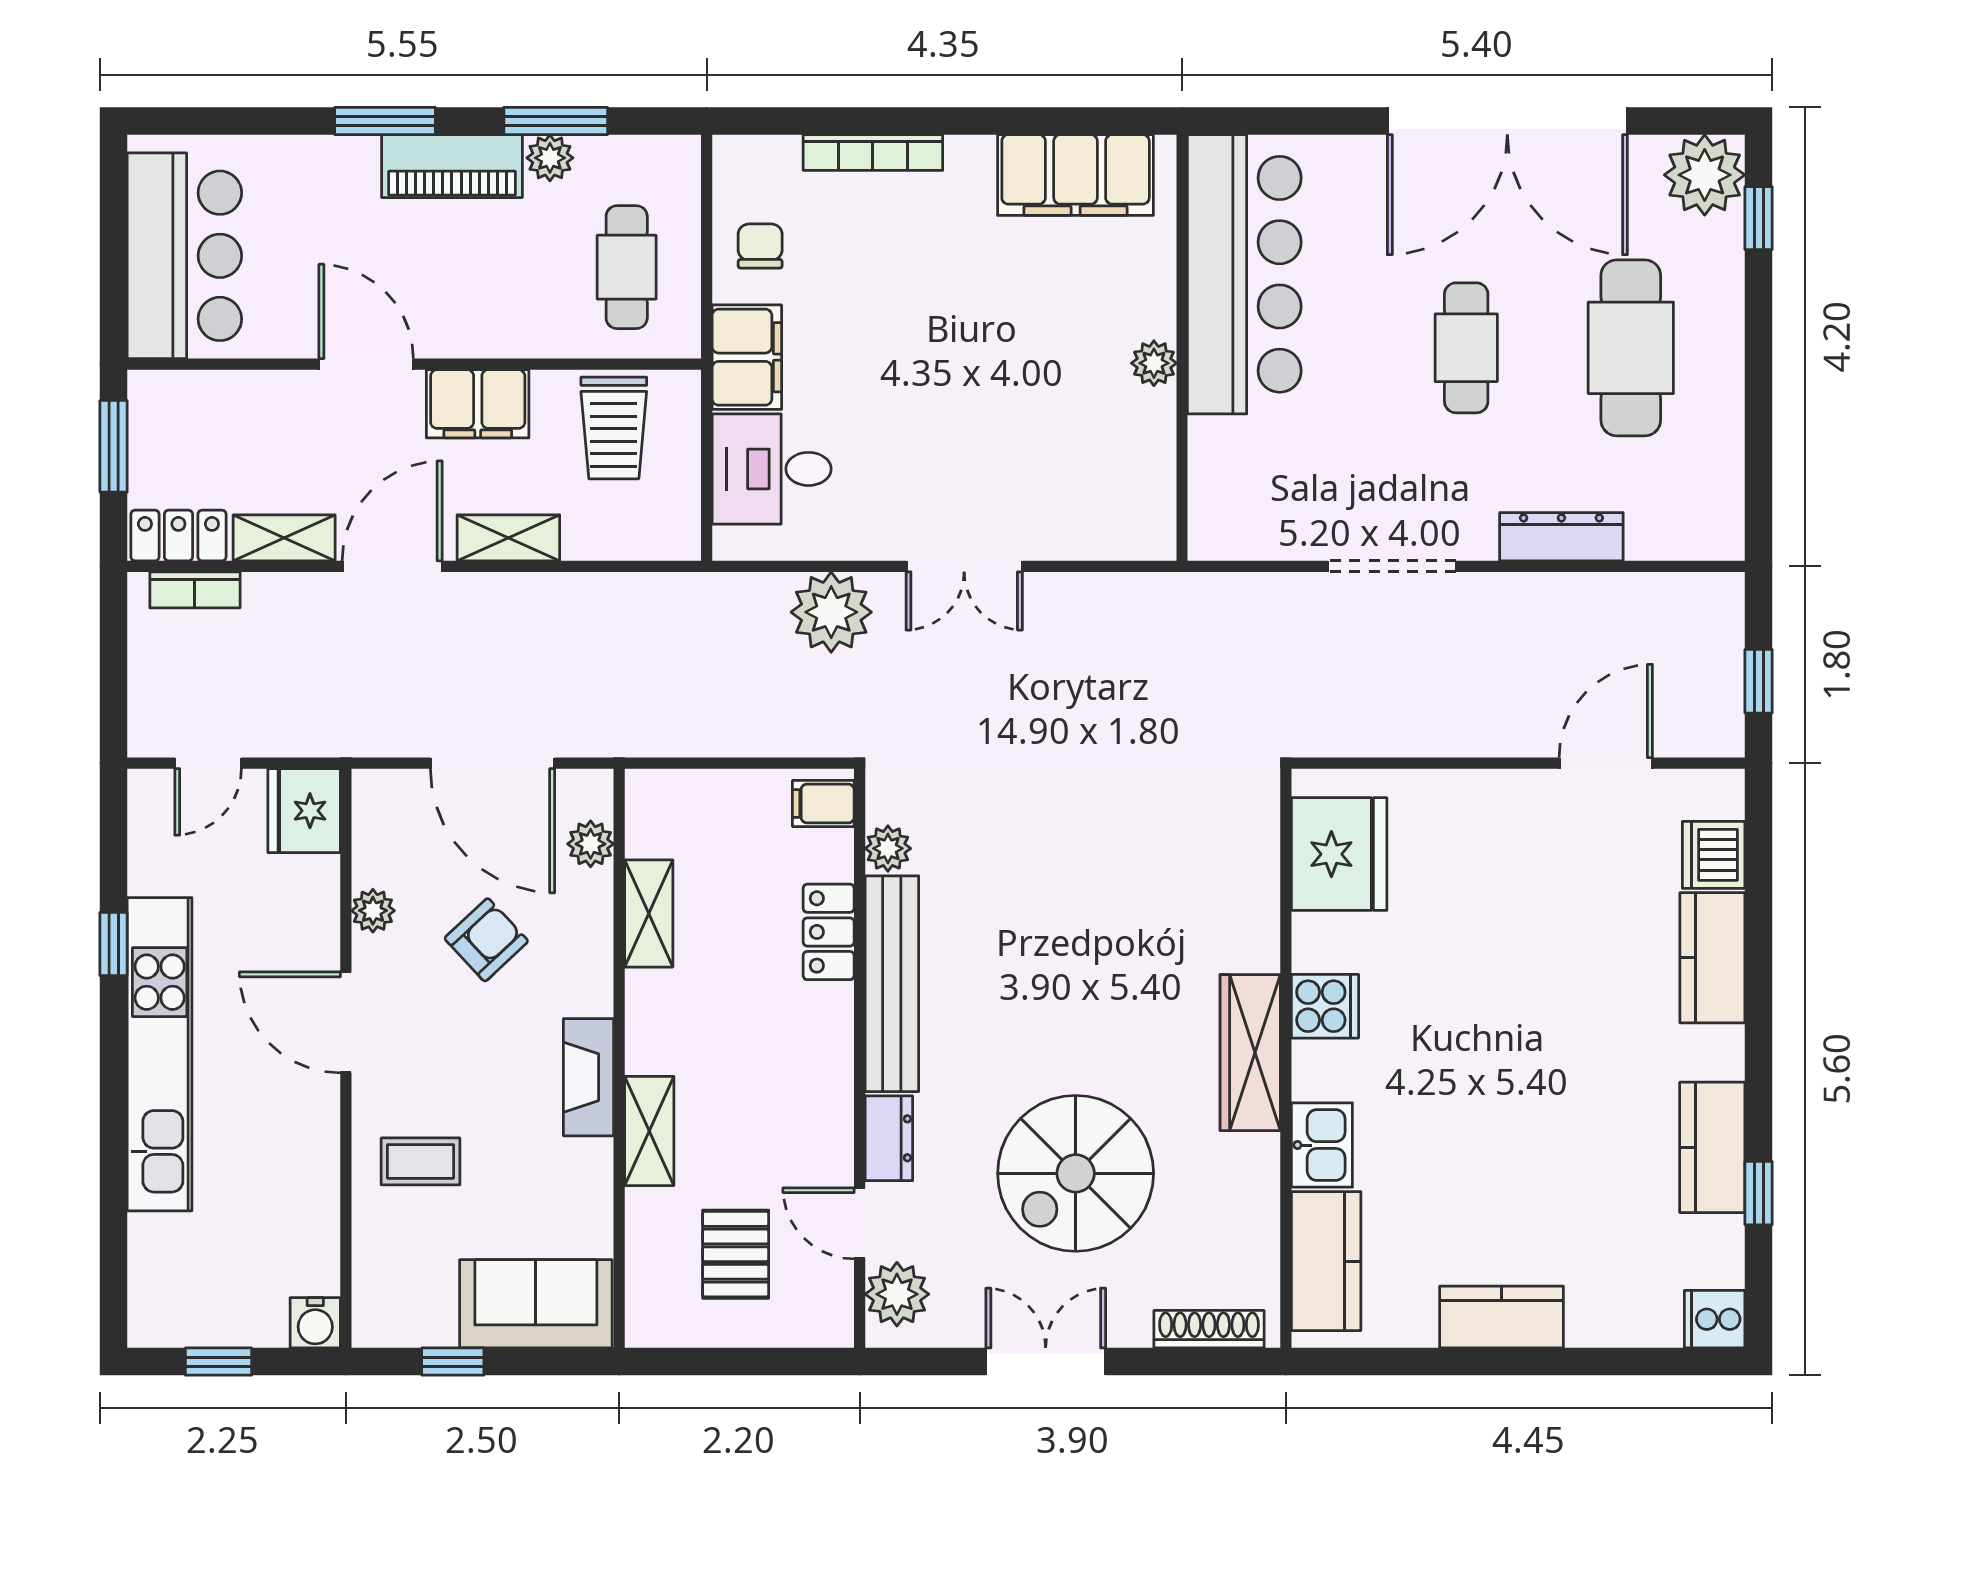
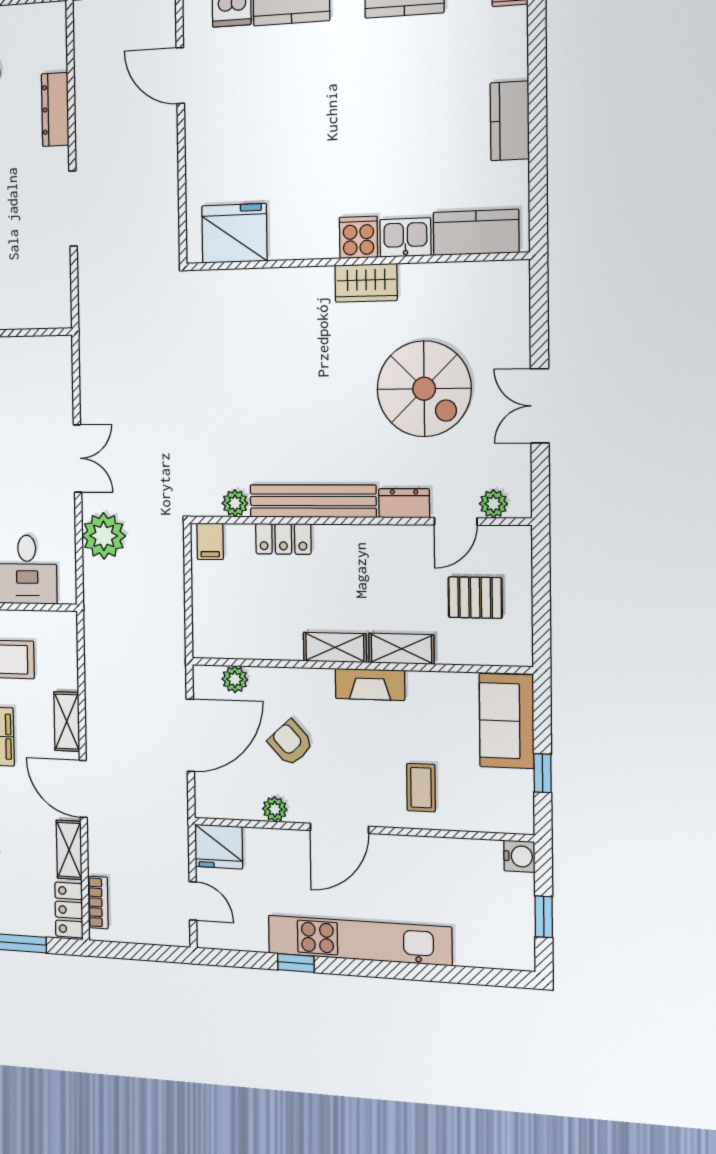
shelving: (649, 913) -> (335, 647), moved
cooker: (1325, 1006) -> (358, 237), moved
wardrobe: (1250, 1053) -> (366, 283), width x0.67
plant: (897, 1294) -> (493, 504), width x0.73, depth x0.73
shoe rack: (1209, 1329) -> (519, 304), removed

